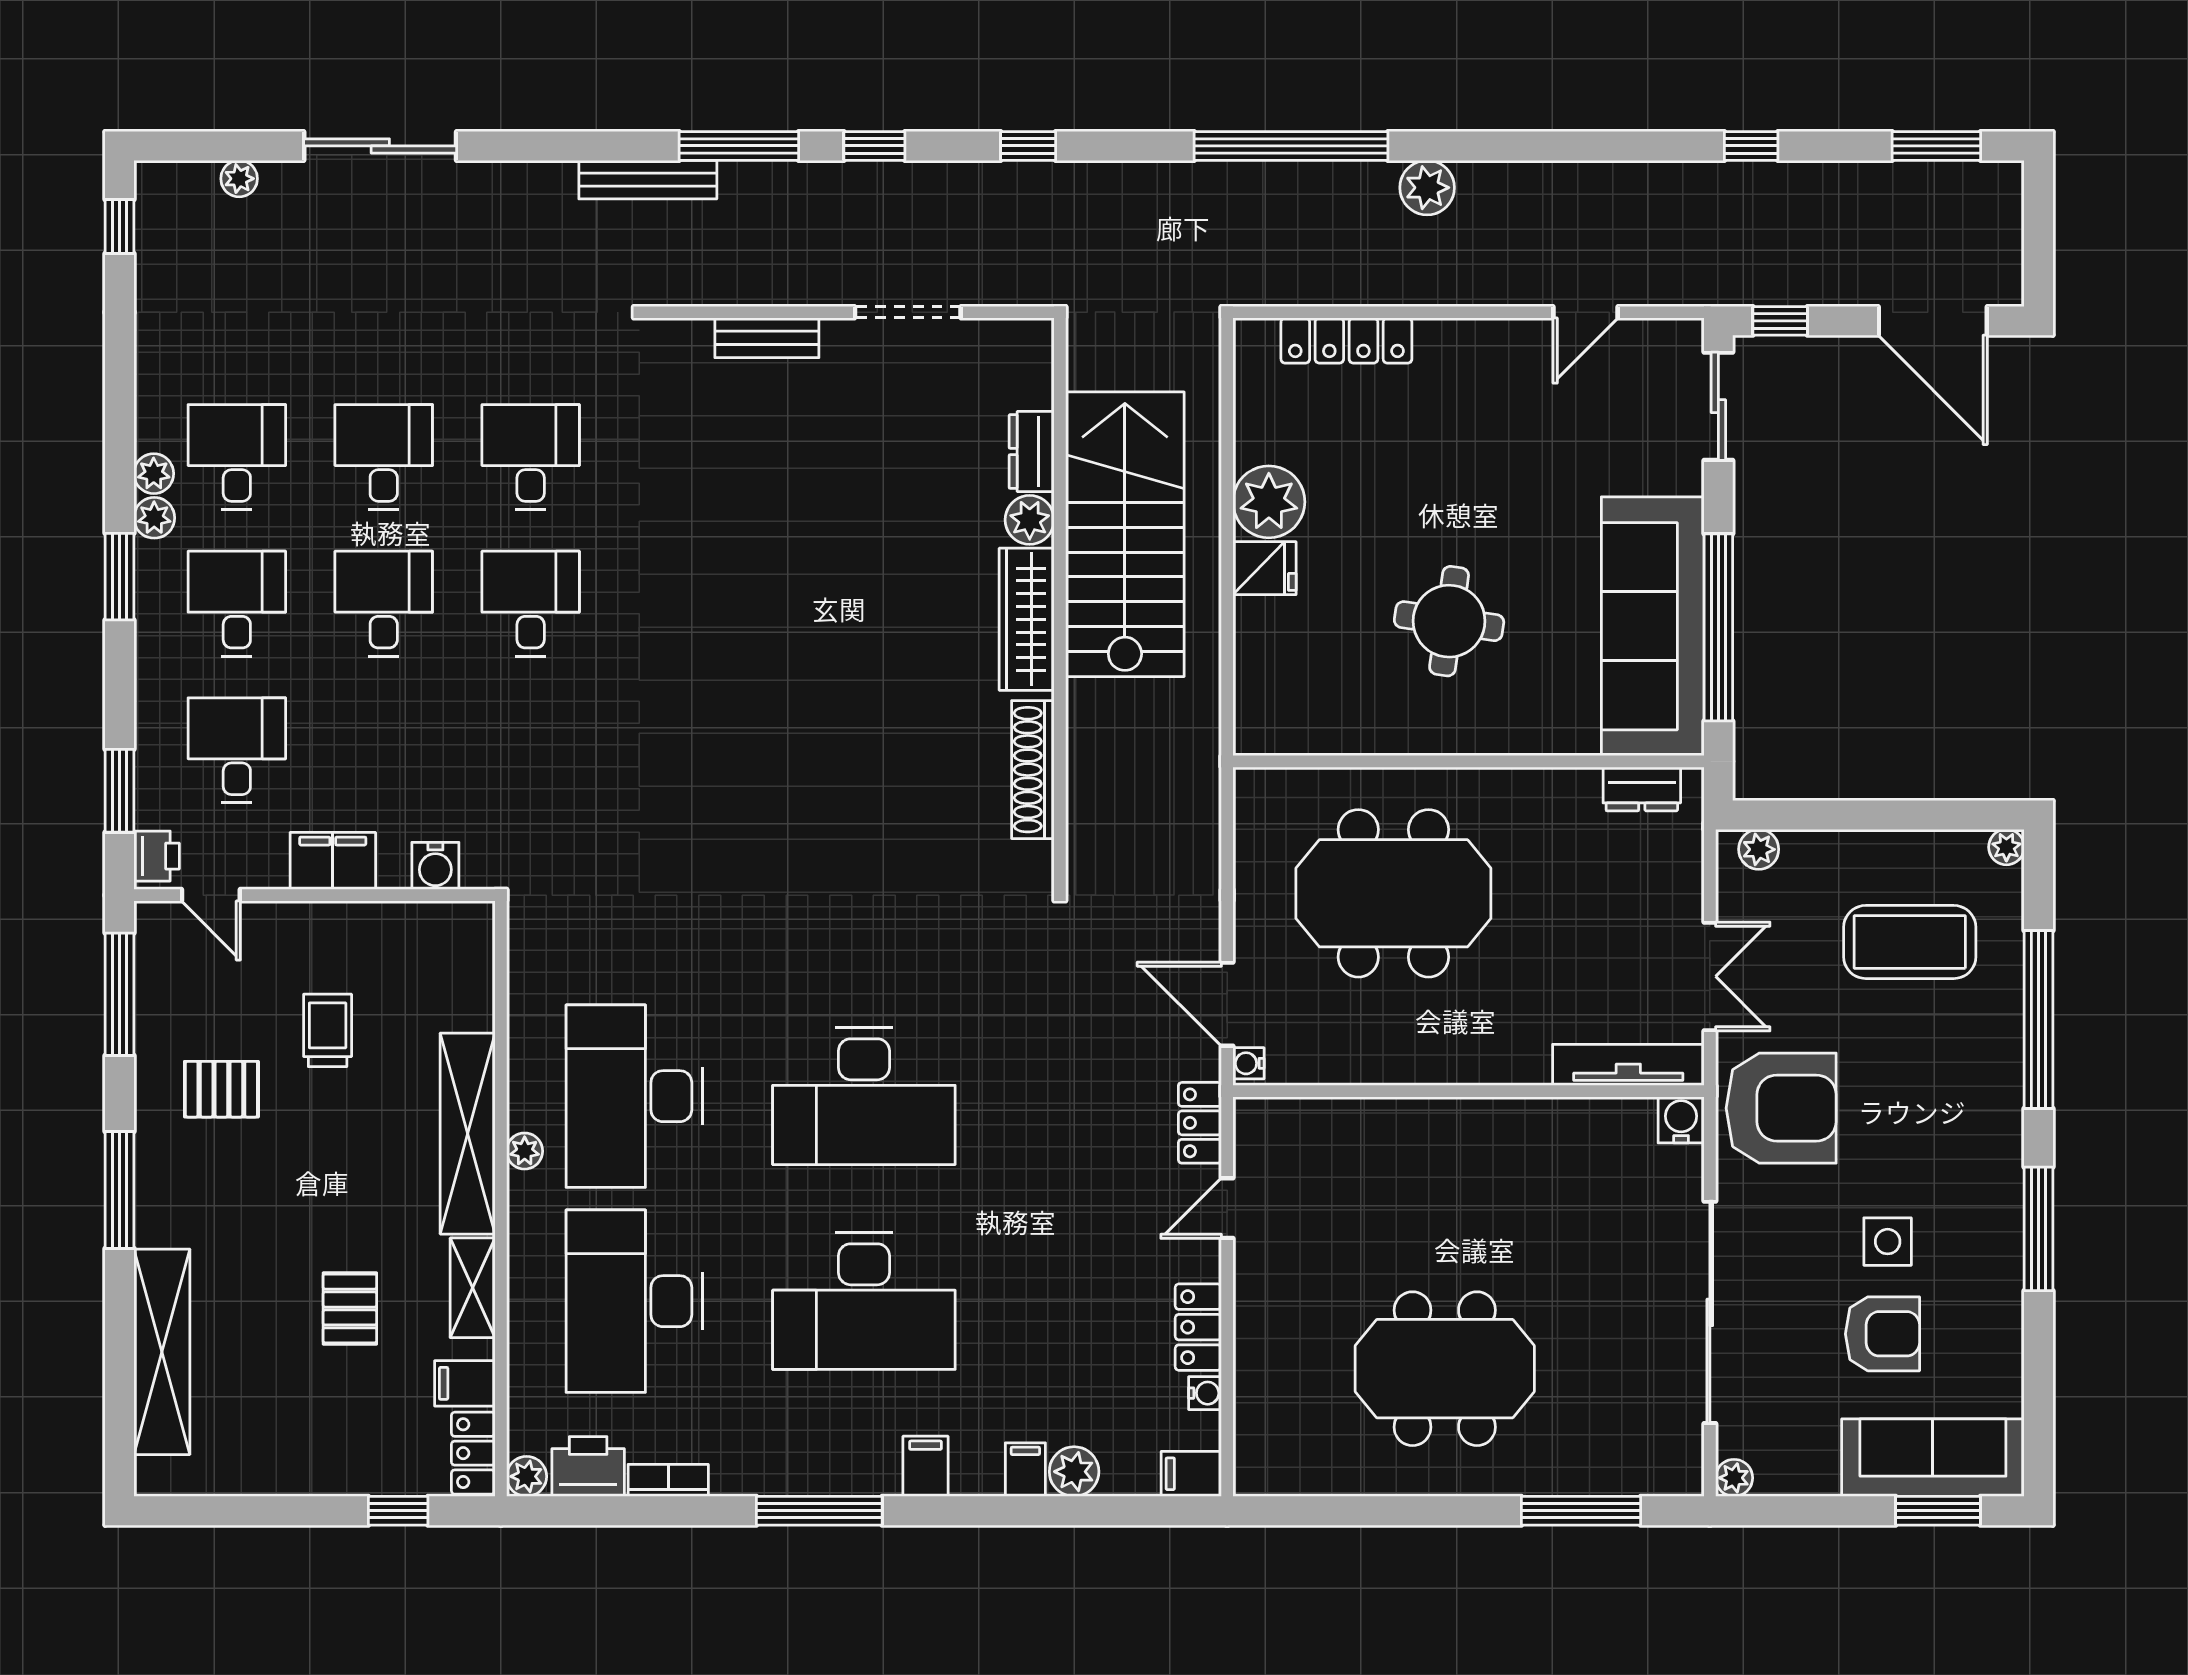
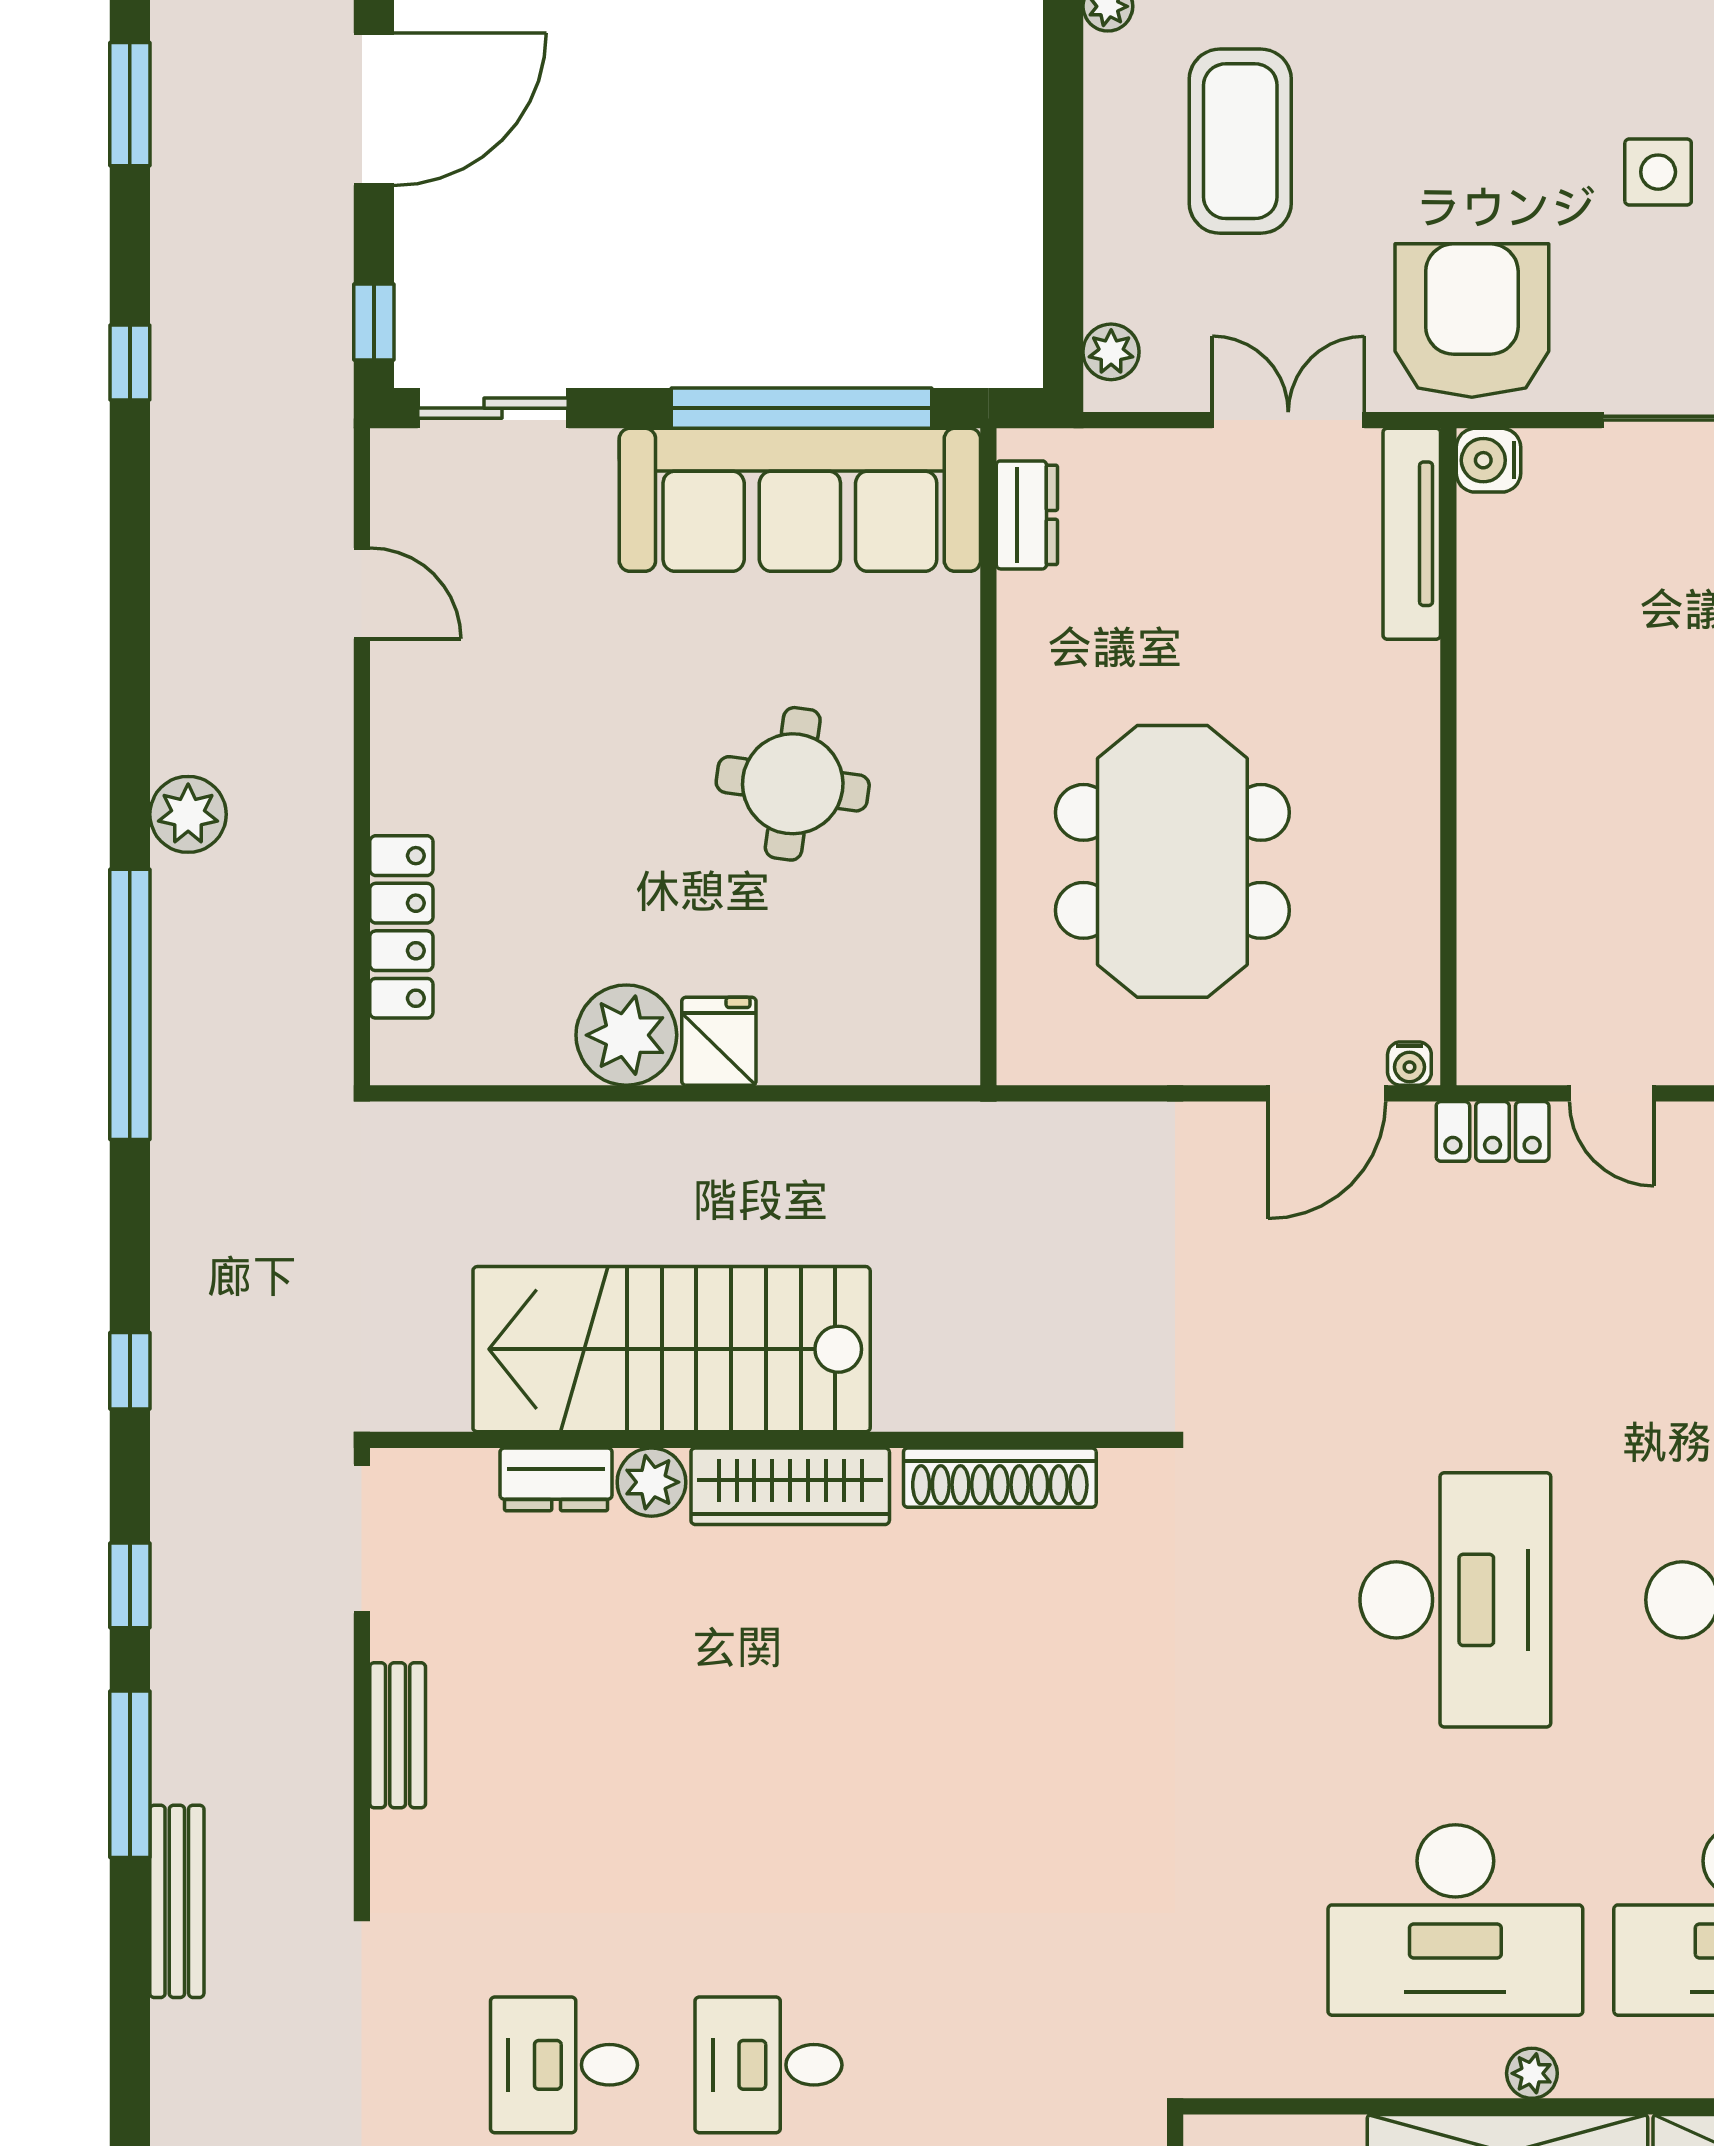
dresser: (1032, 451) -> (556, 1479), moved
plant: (1030, 520) -> (651, 1482), moved
stairs: (1125, 534) -> (672, 1349), moved
wall: (1060, 604) -> (768, 1440), moved
wardrobe: (1027, 619) -> (790, 1486), moved
shoe rack: (1033, 770) -> (1000, 1478), moved

